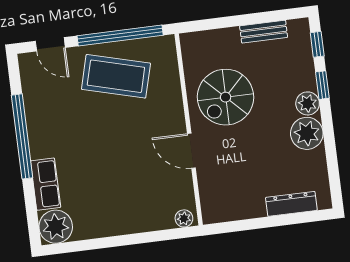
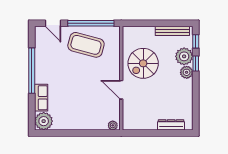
bench: (264, 32) -> (172, 31), width x1.36
plant: (307, 133) -> (184, 56), moved

